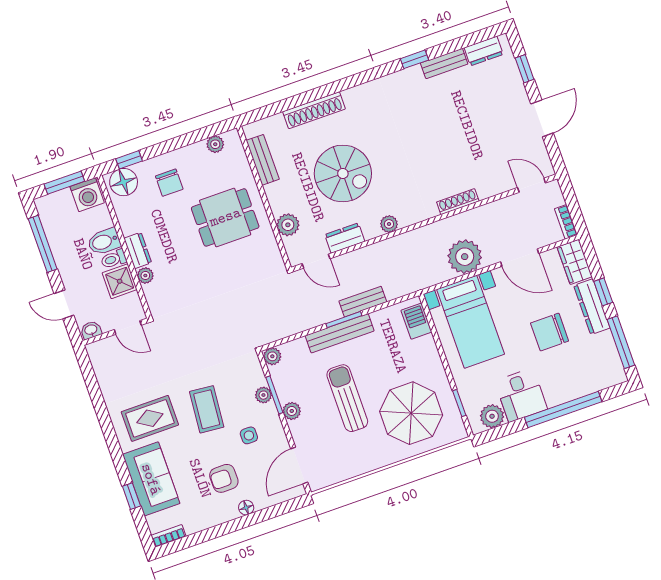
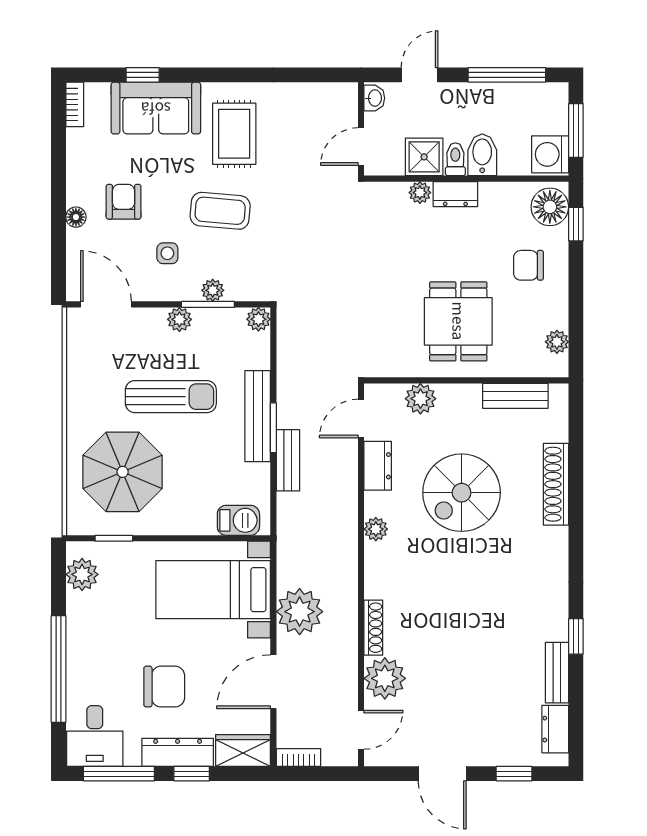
plant: (490, 181) -> (385, 678), added
chair: (550, 332) -> (164, 687), turned 90
desk: (521, 395) -> (95, 736), moved, turned -90

